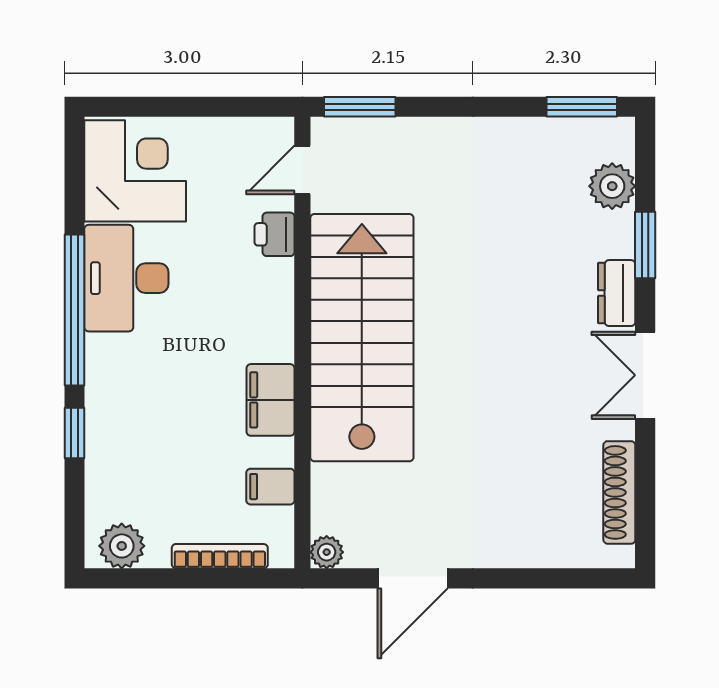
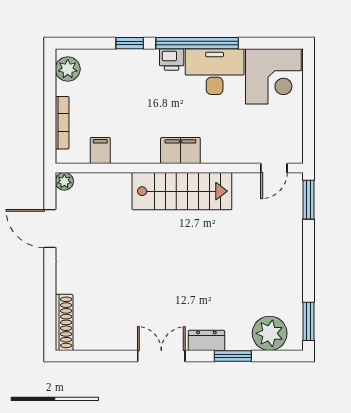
door: (302, 170) -> (274, 168), swing flipped
plant: (612, 186) -> (270, 333), width x1.36, depth x1.36
printer: (275, 234) -> (172, 59), moved, turned 180
stairs: (362, 338) -> (182, 191), width x0.73, depth x0.66
filing cabinet: (270, 400) -> (180, 151), moved
shoe rack: (619, 492) -> (64, 322), moved, turned 90

